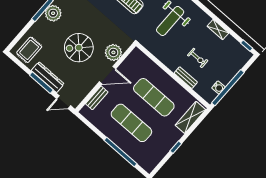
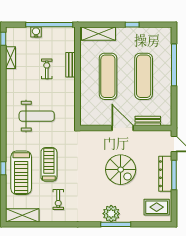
shelving: (218, 30) -> (10, 58), moved
plant: (113, 52) -> (101, 139), removed
water cooler: (219, 88) -> (36, 32), moved

